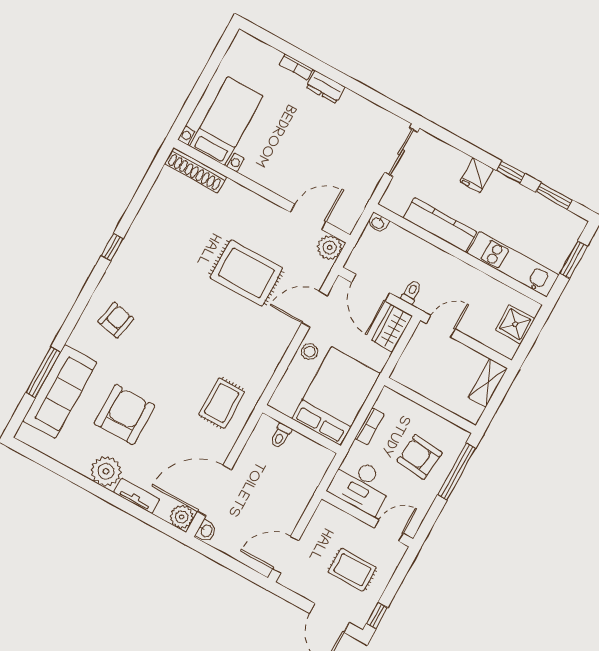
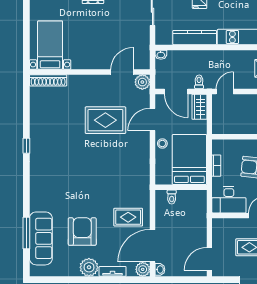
armchair: (116, 320) -> (50, 184), removed
rug: (222, 403) -> (128, 217), moved, turned 90

